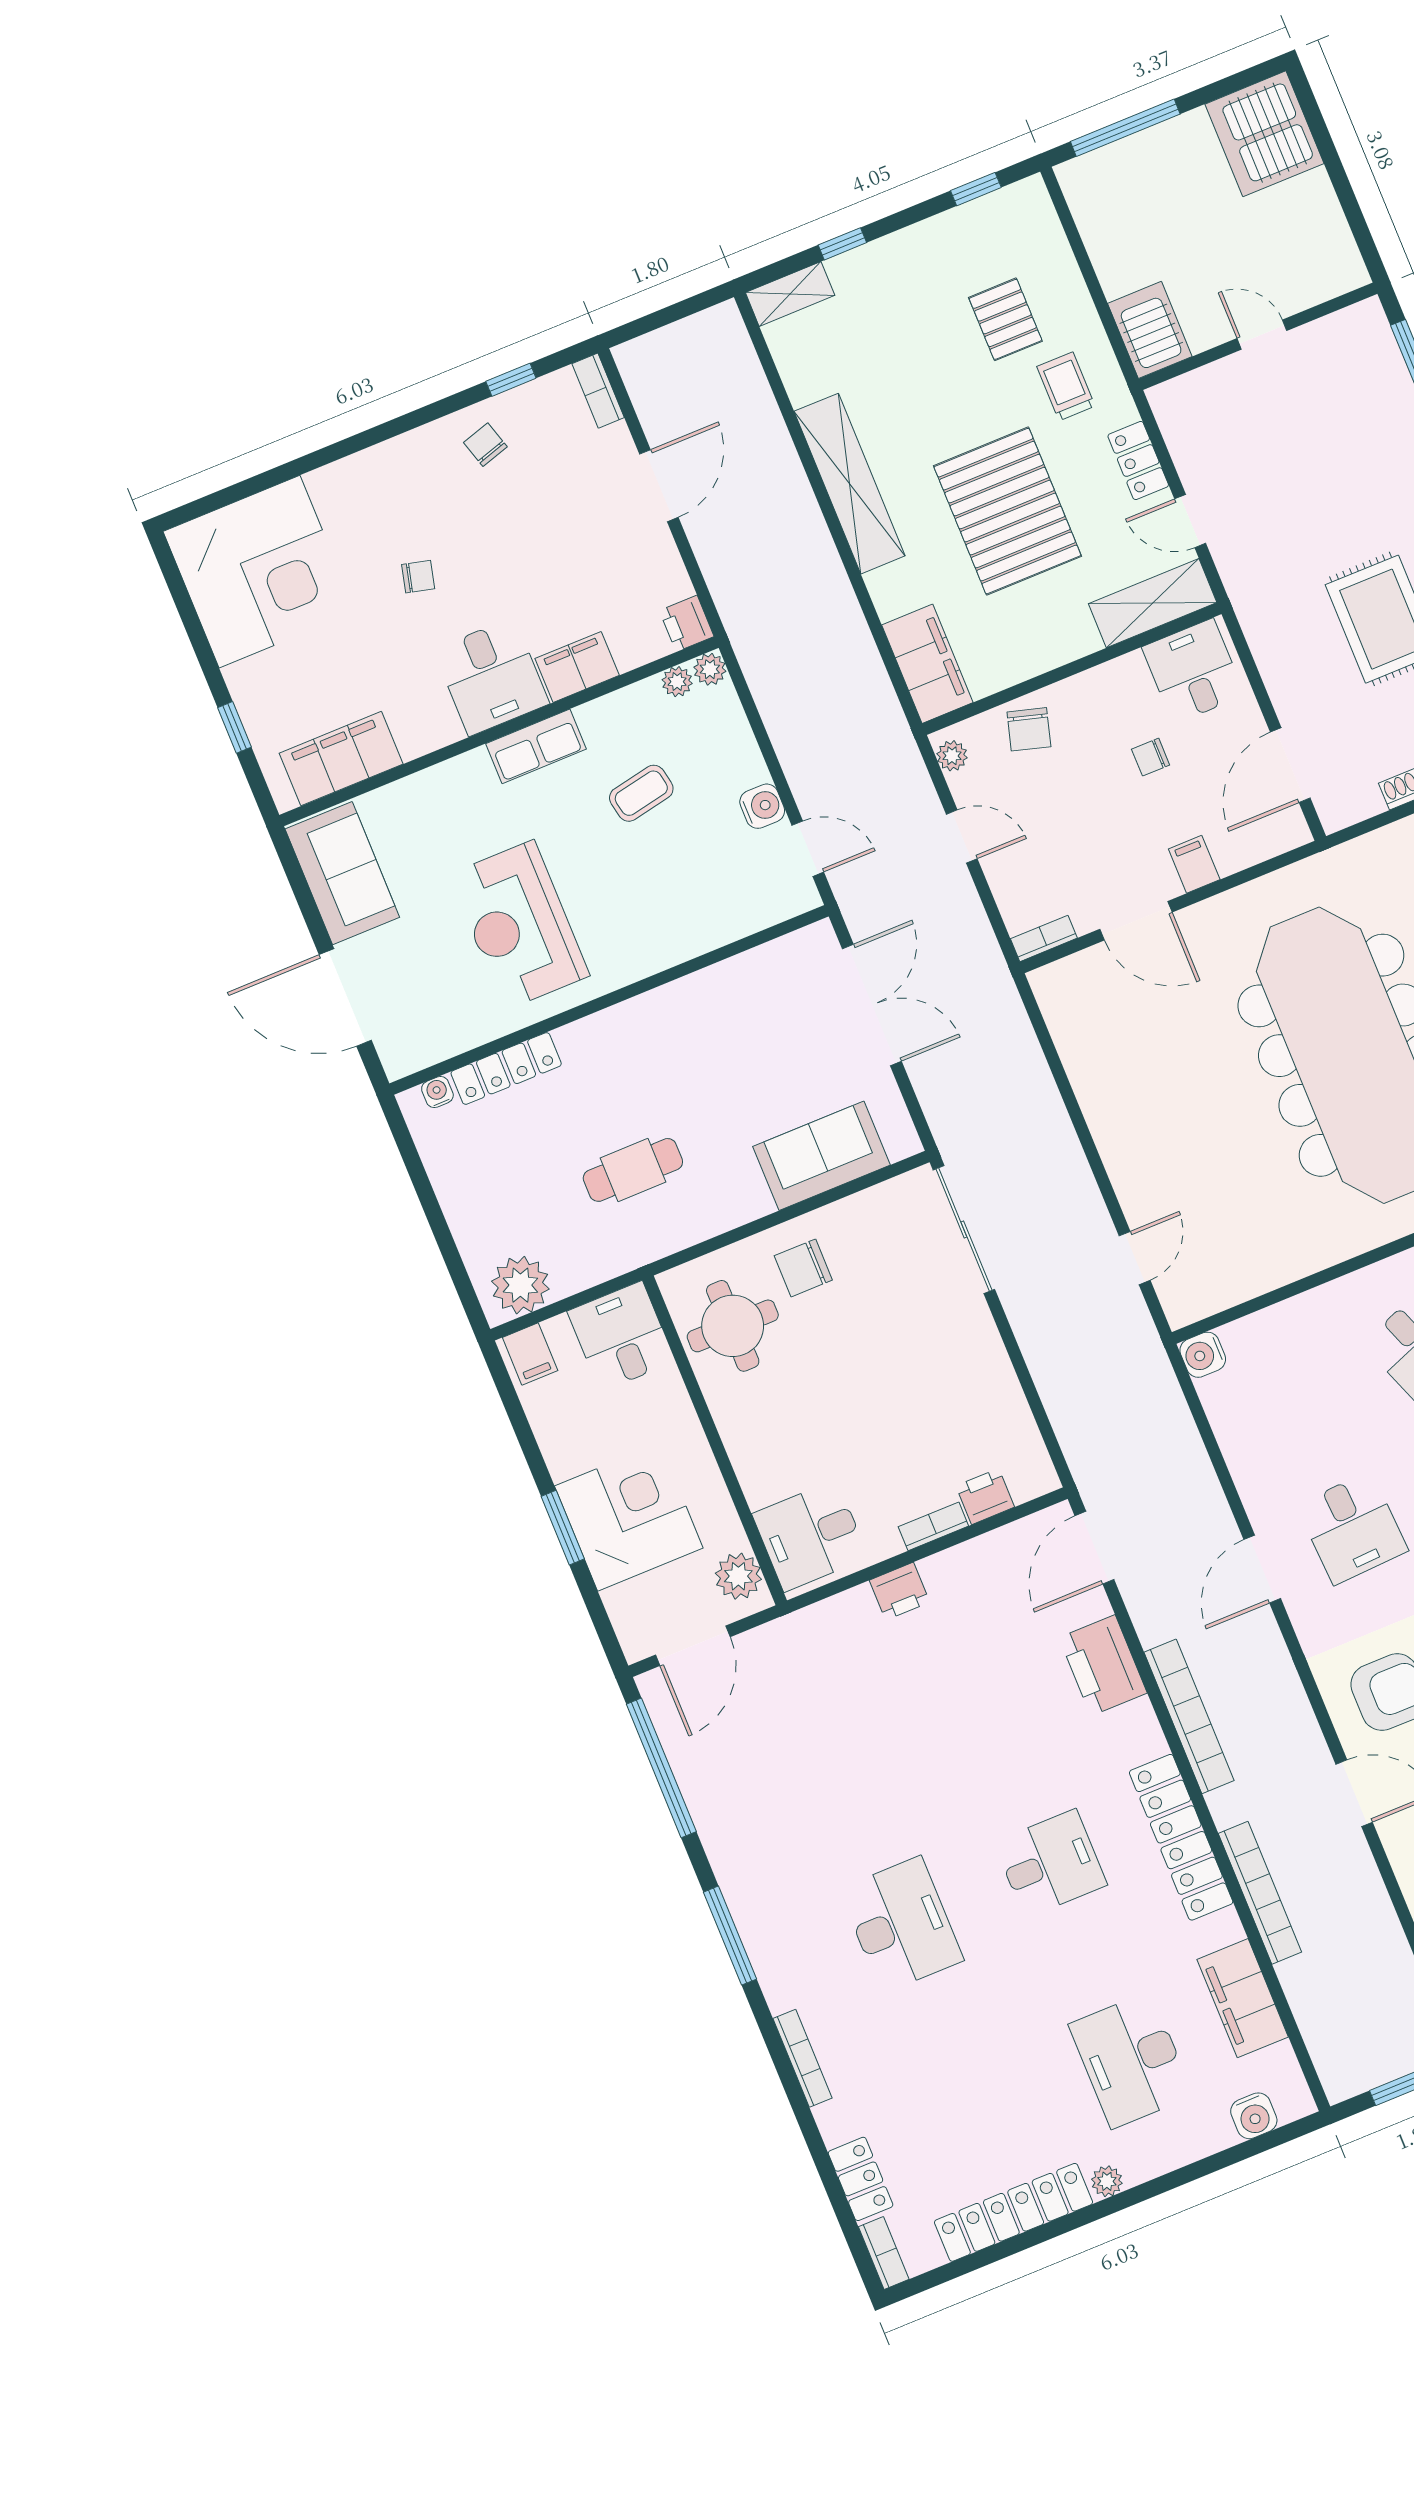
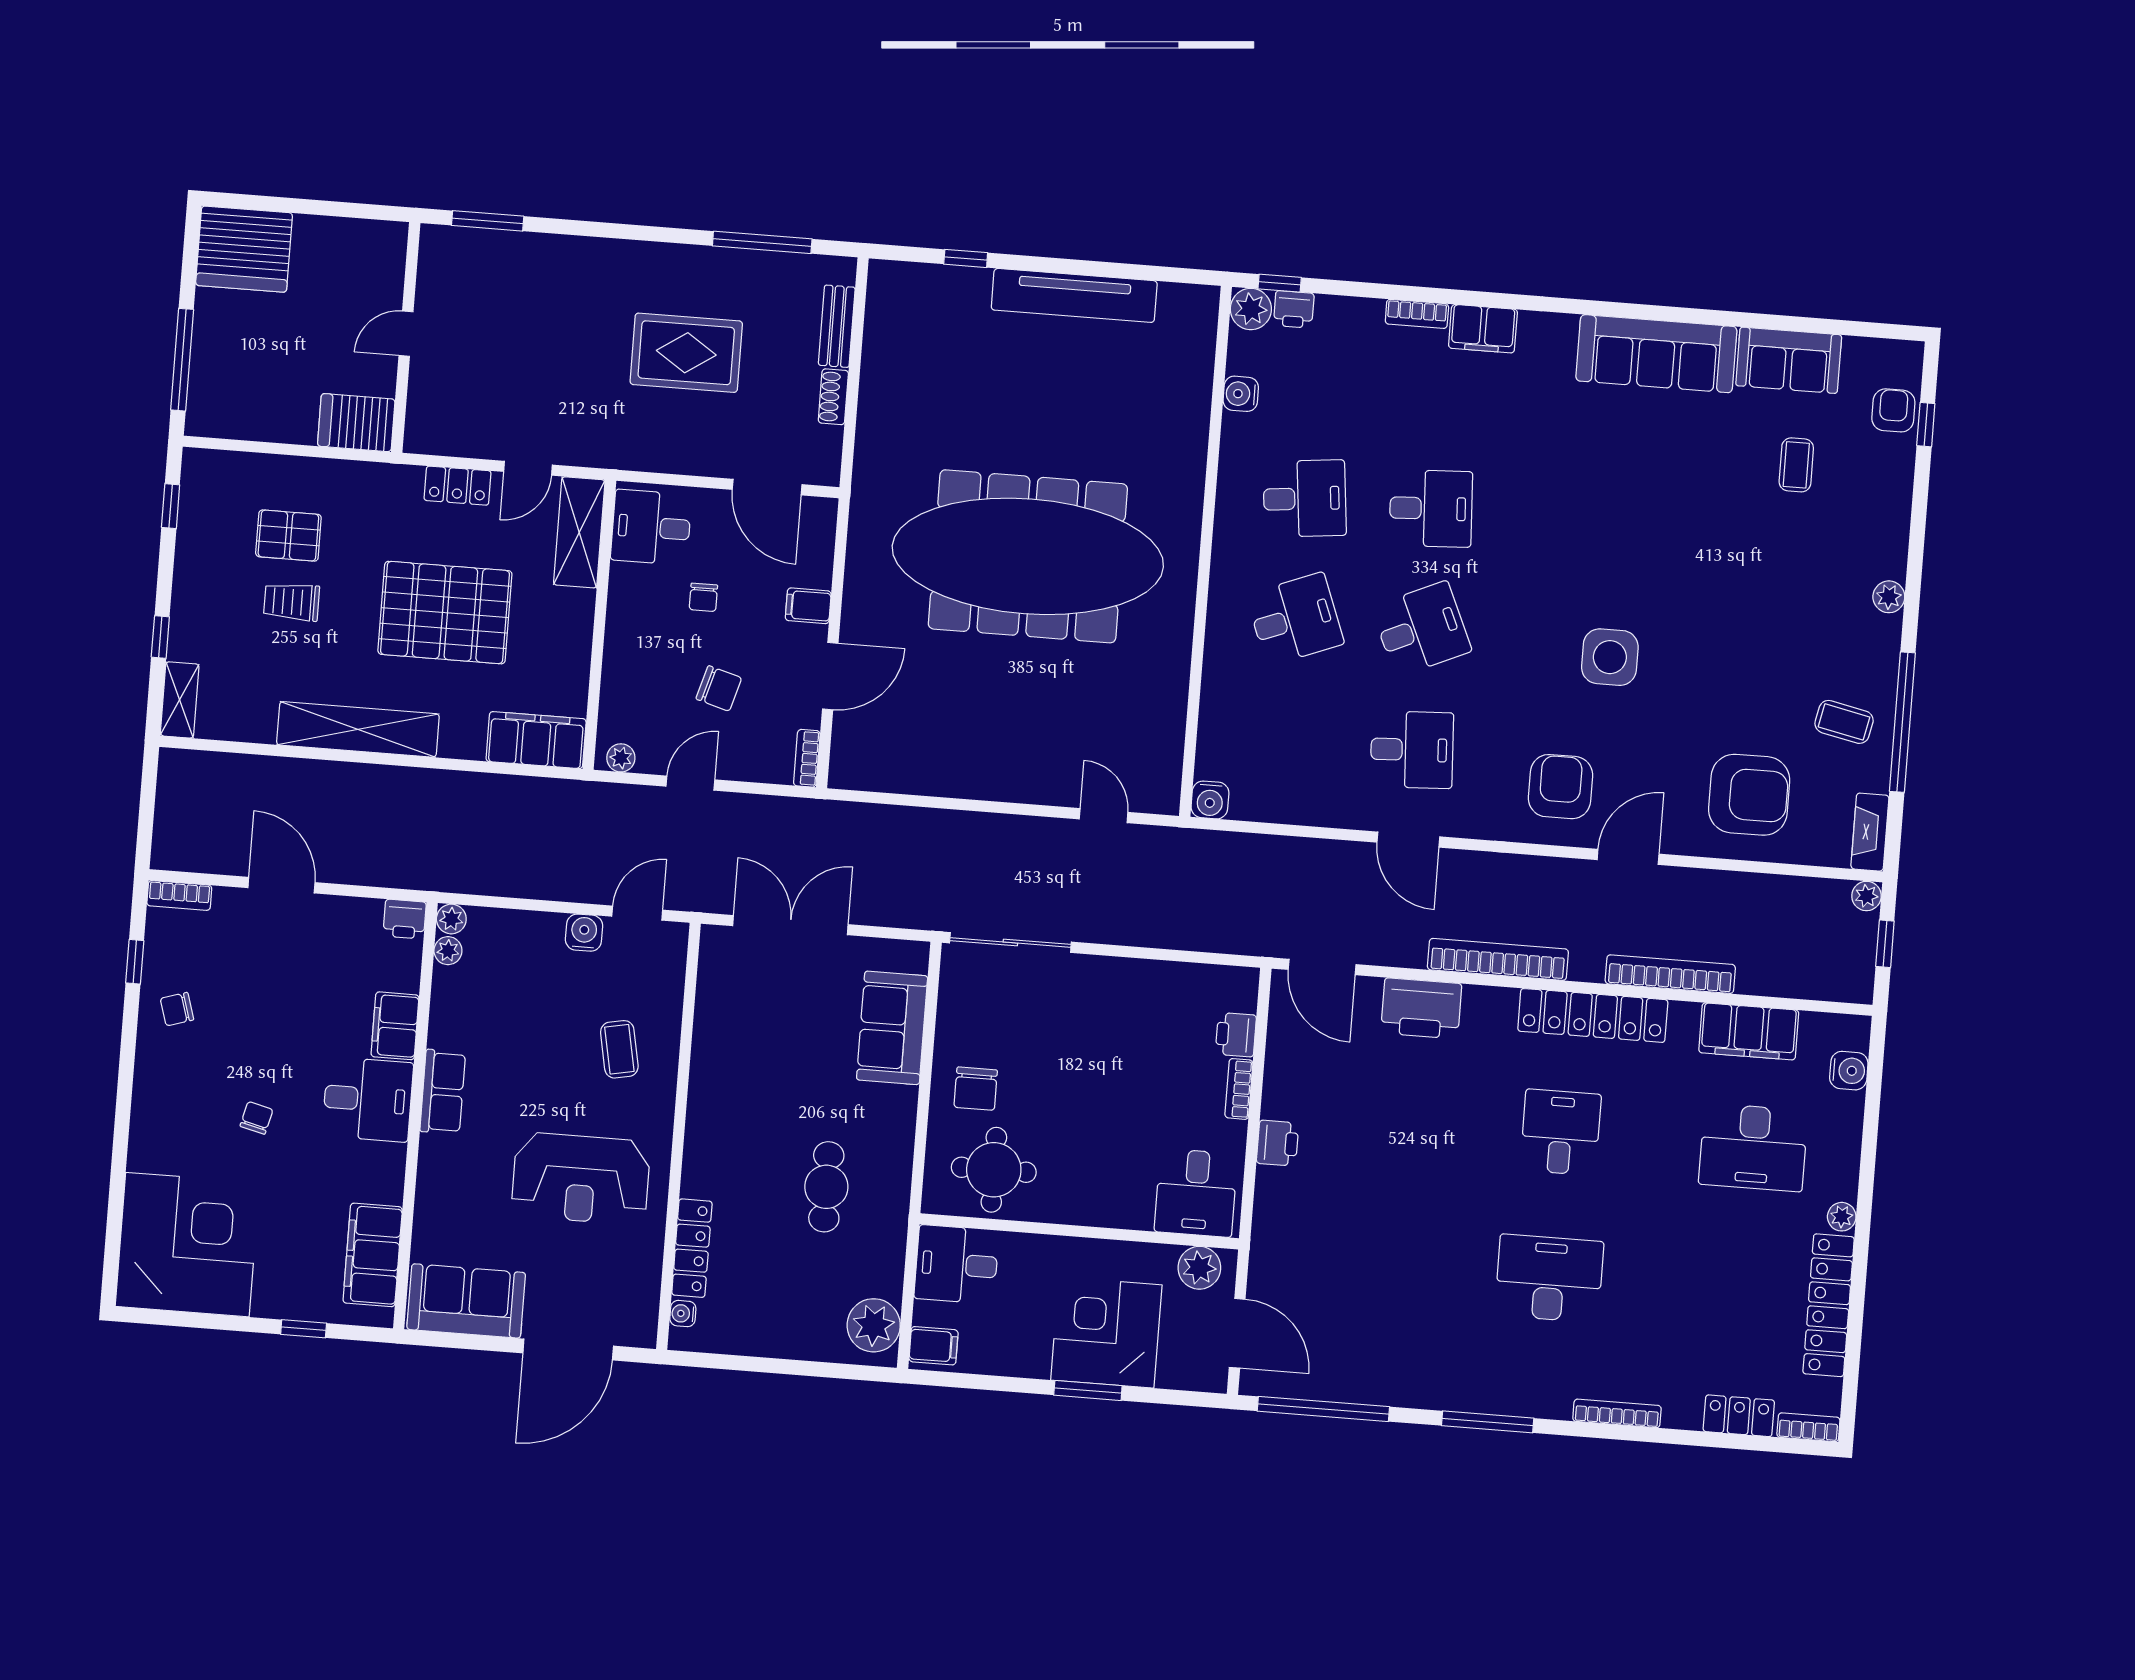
trolley: (1066, 386) -> (292, 602), moved
chair: (1029, 729) -> (719, 688), moved
coffee table: (641, 793) -> (619, 1049), moved

